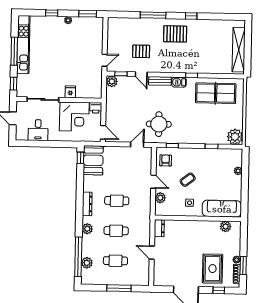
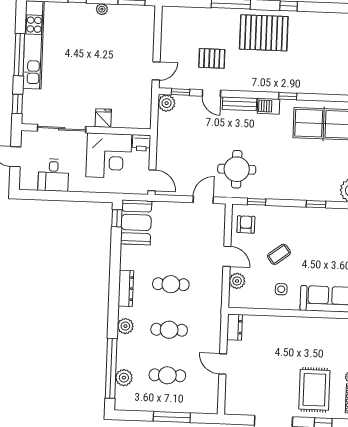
pallet: (175, 34) -> (264, 33), width x1.37, depth x1.41
plant: (226, 226) -> (335, 326), removed

